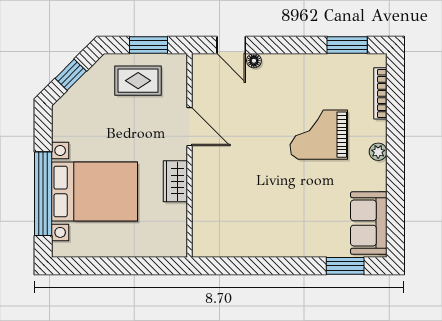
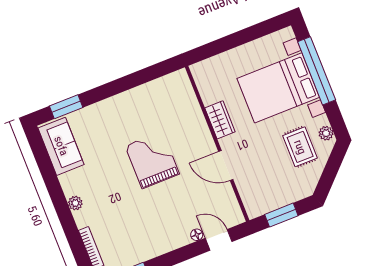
window: (71, 75) -> (331, 169), removed
rug: (138, 81) -> (300, 147), moved, turned 90
plant: (61, 118) -> (326, 133), added
grand piano: (319, 135) -> (152, 160), moved, turned -90

